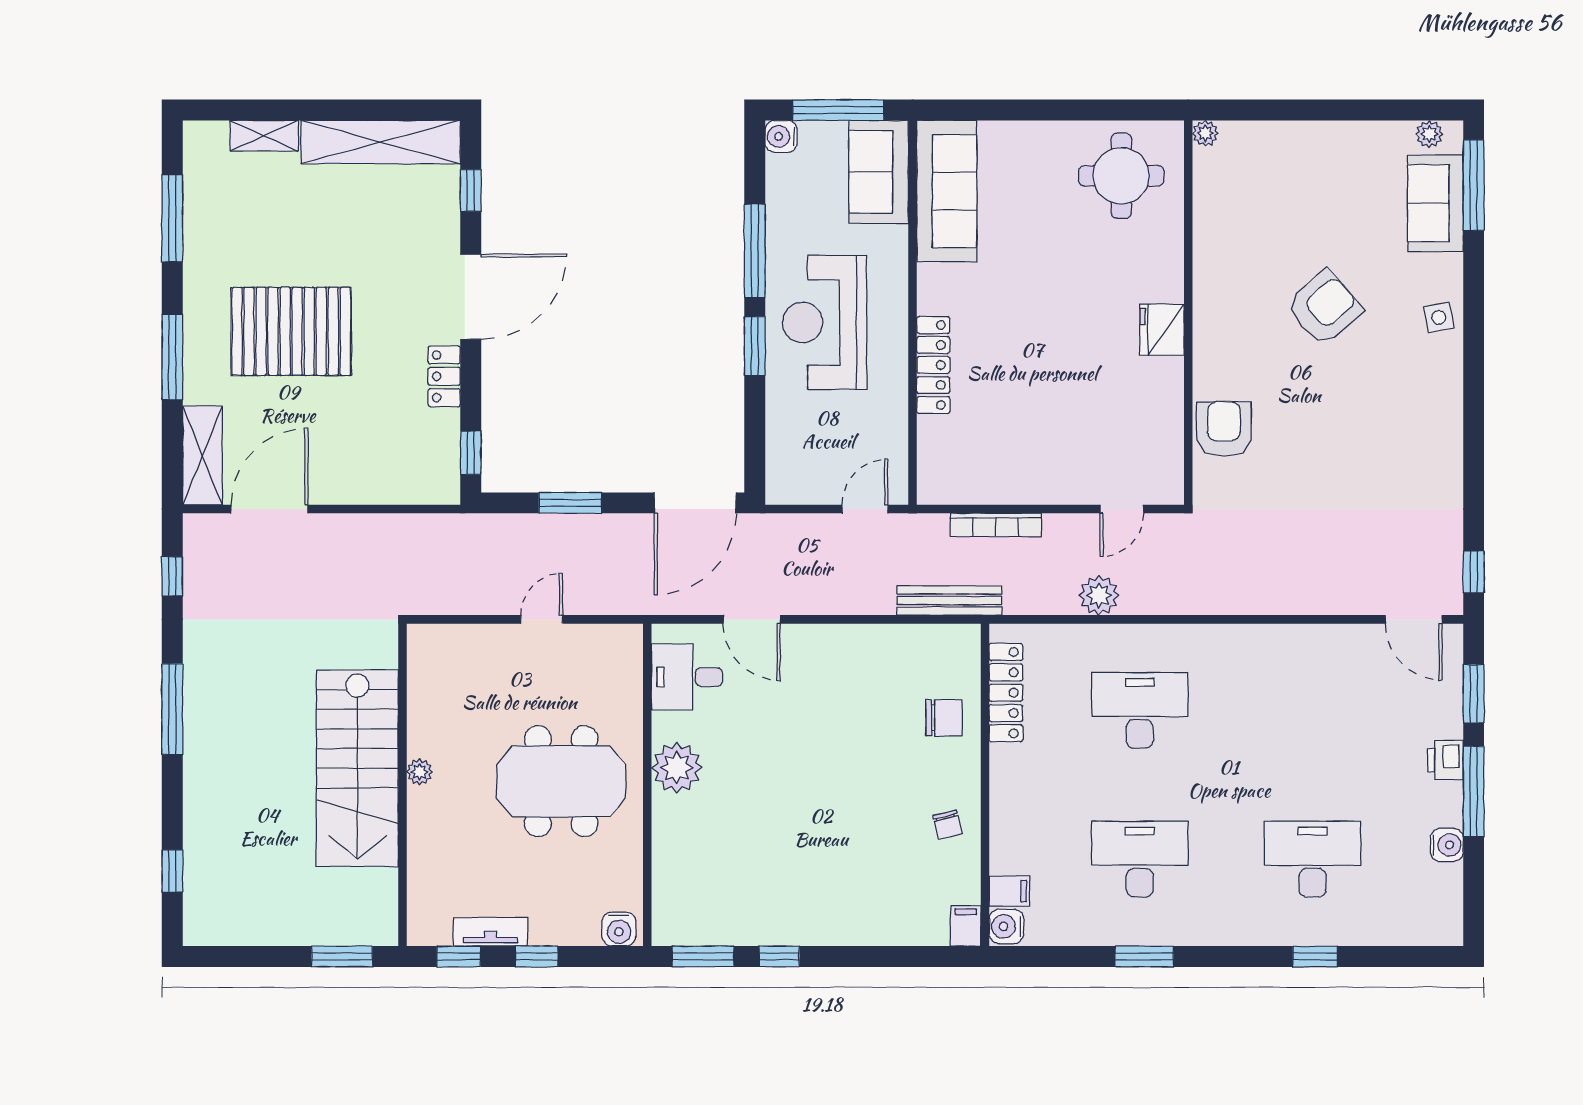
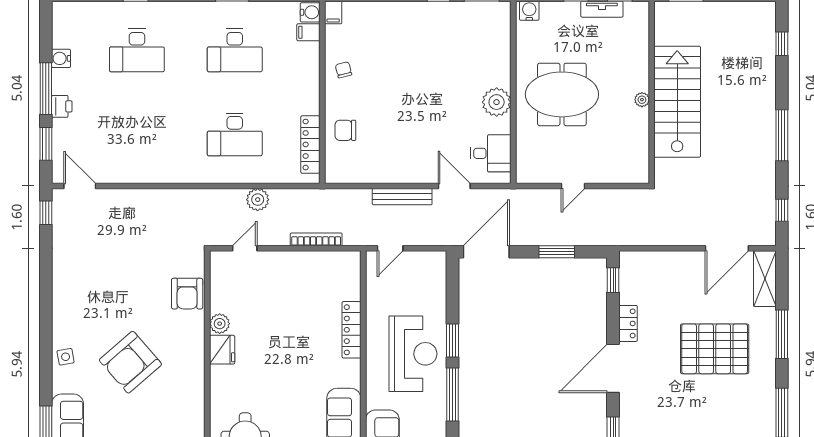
armchair: (1324, 308) -> (130, 362), width x1.36, depth x1.36
plant: (1166, 376) -> (220, 324), added
bench: (949, 601) -> (402, 197), moved

